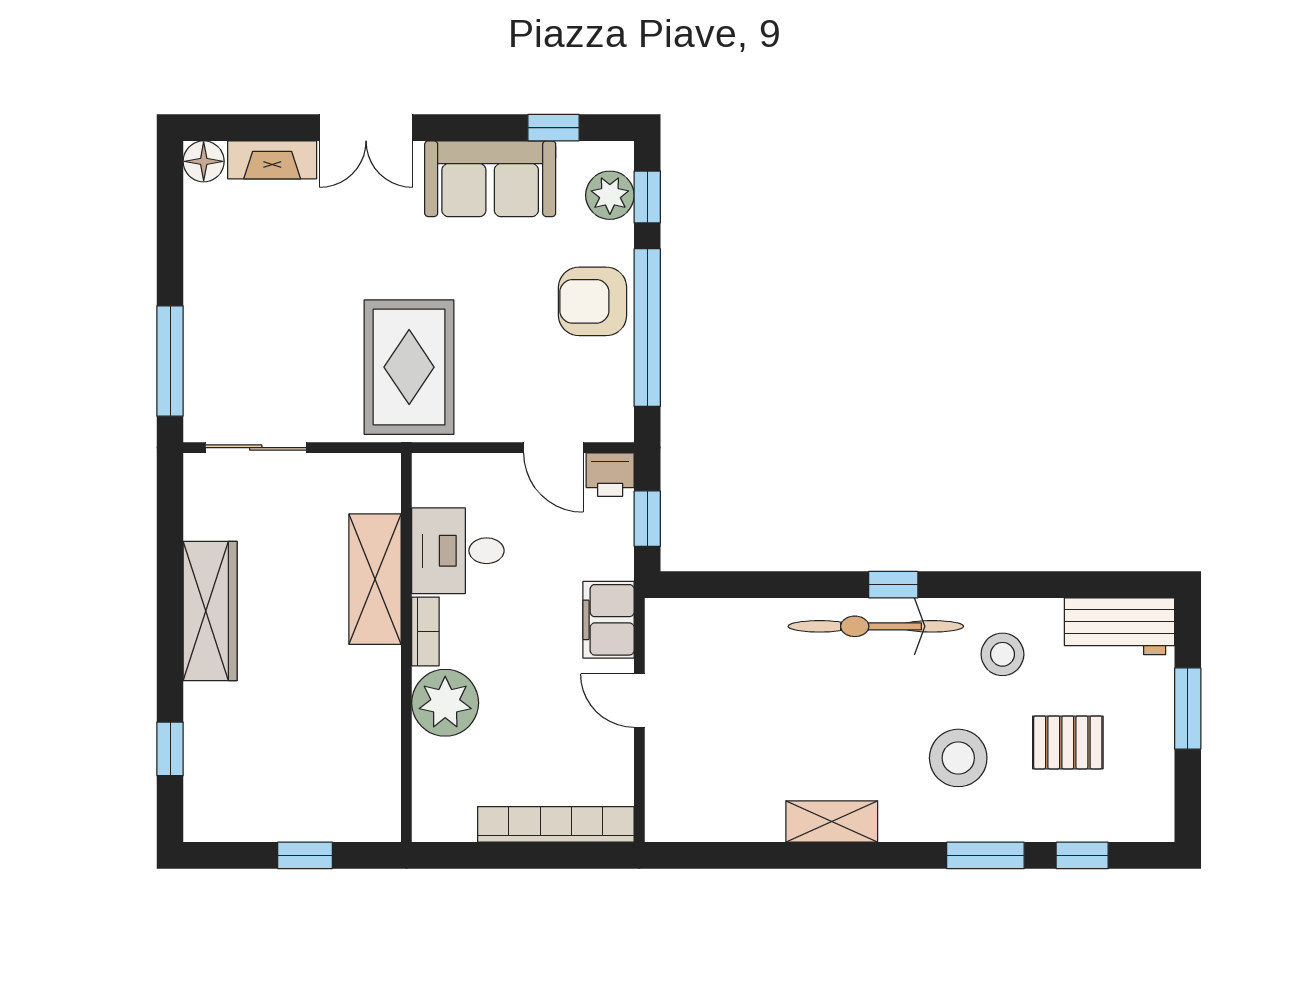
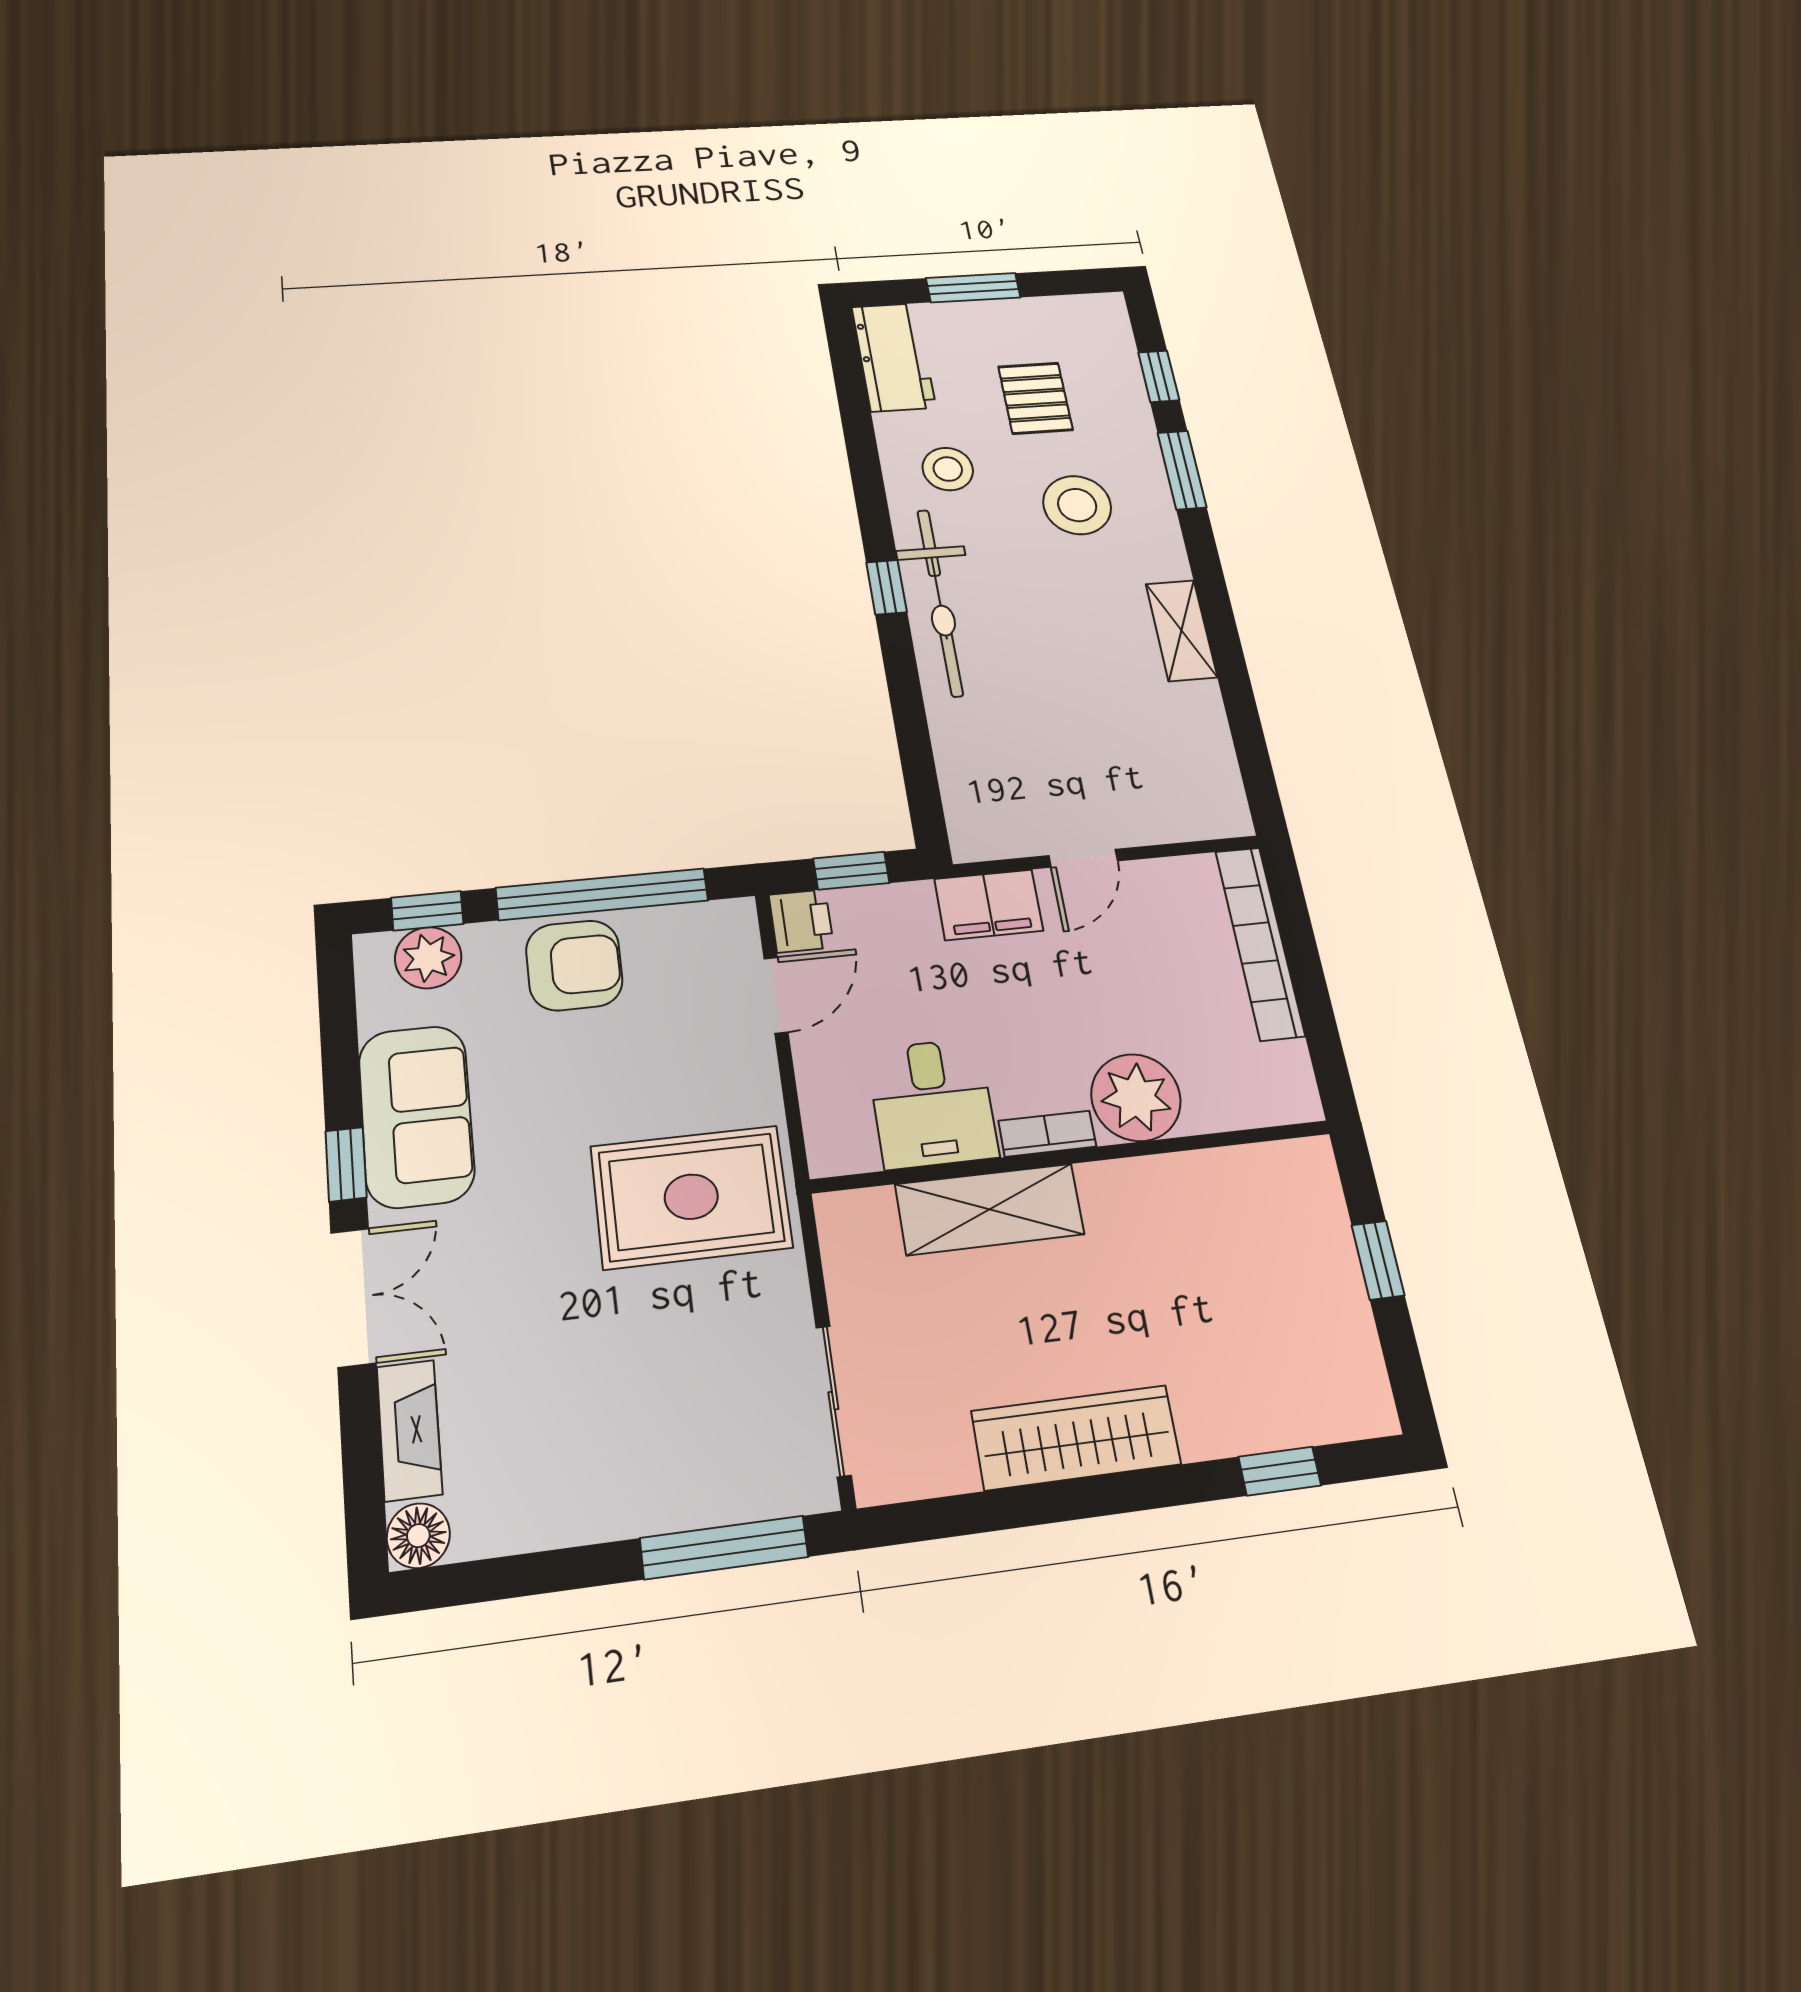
window: (554, 128) -> (346, 1164), moved
armchair: (593, 301) -> (574, 965), turned -90

